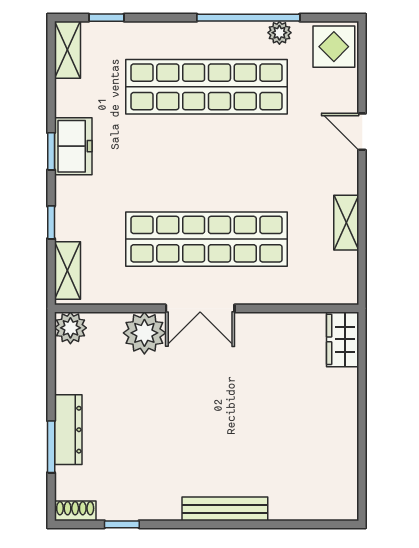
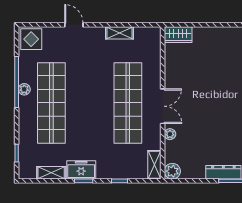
plant: (279, 33) -> (24, 89), moved
shelving: (67, 50) -> (51, 173), moved
door: (362, 132) -> (74, 25), swing flipped
shelving: (67, 270) -> (154, 165), moved, turned 90
plant: (144, 333) -> (170, 134), width x0.53, depth x0.53

